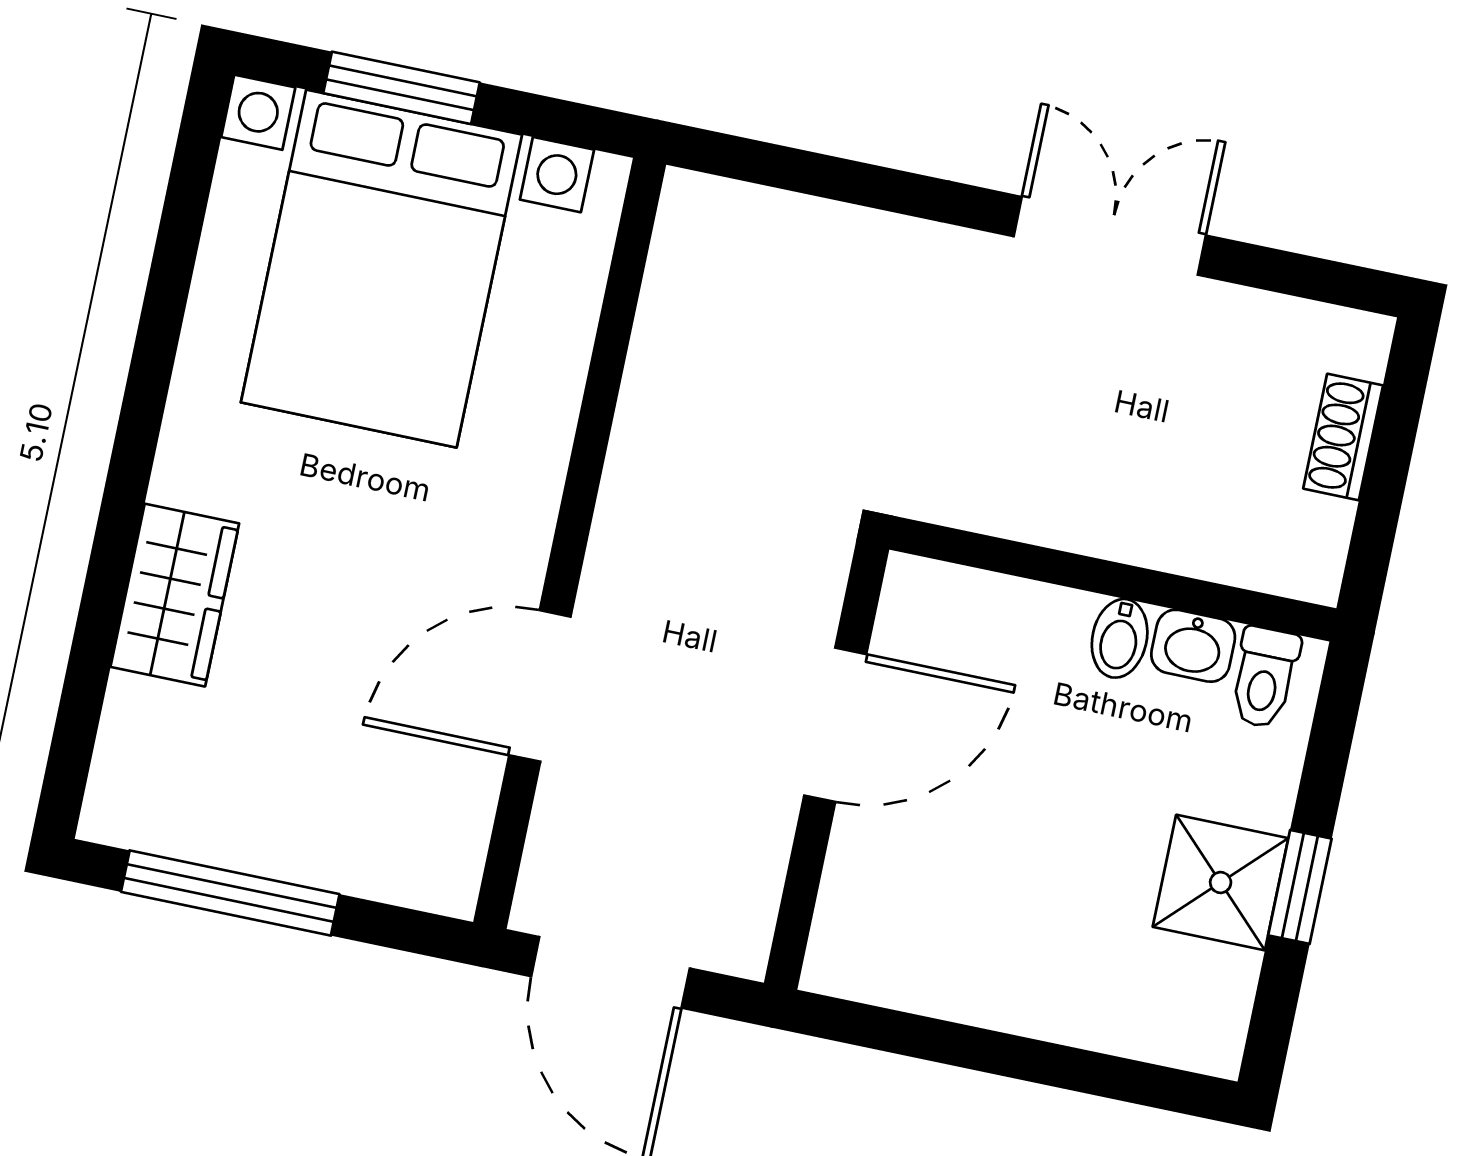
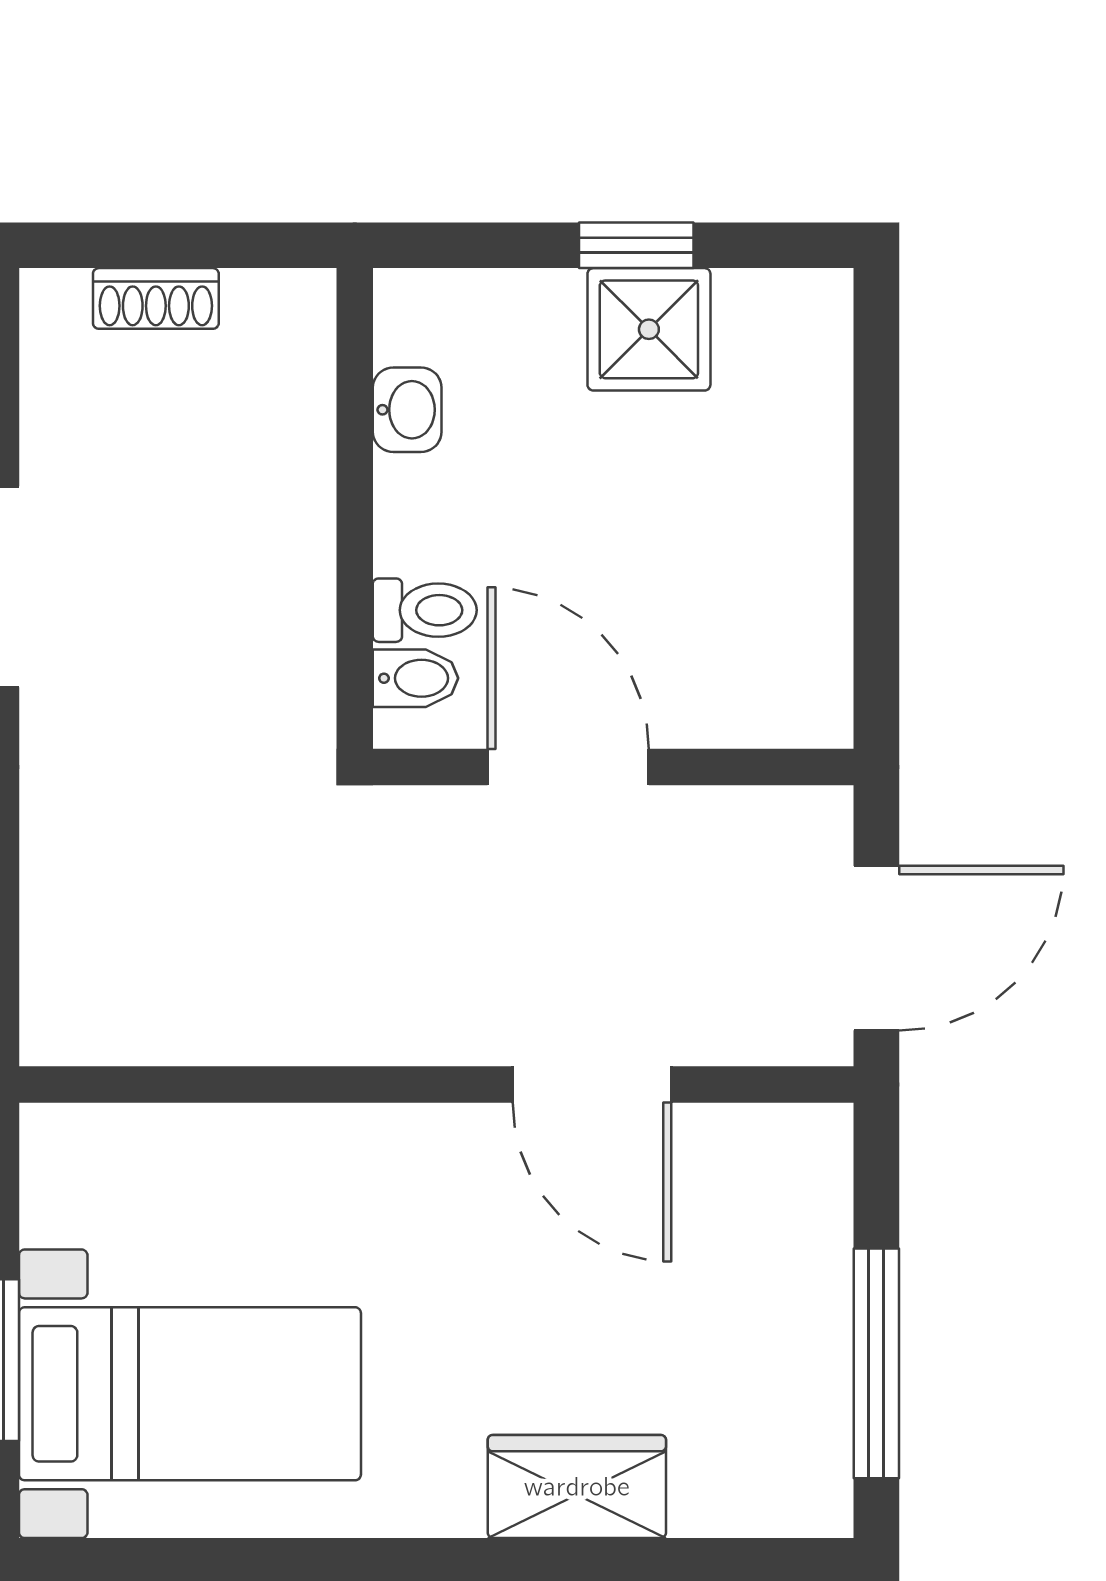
bed with nightstands: (381, 269) -> (190, 1394), width x0.73
bidet: (1120, 638) -> (415, 678), moved
toilet: (1264, 677) -> (425, 610), moved

